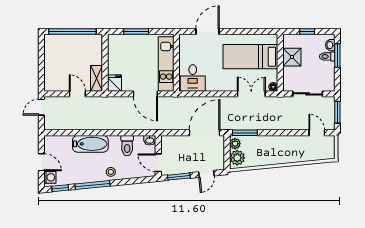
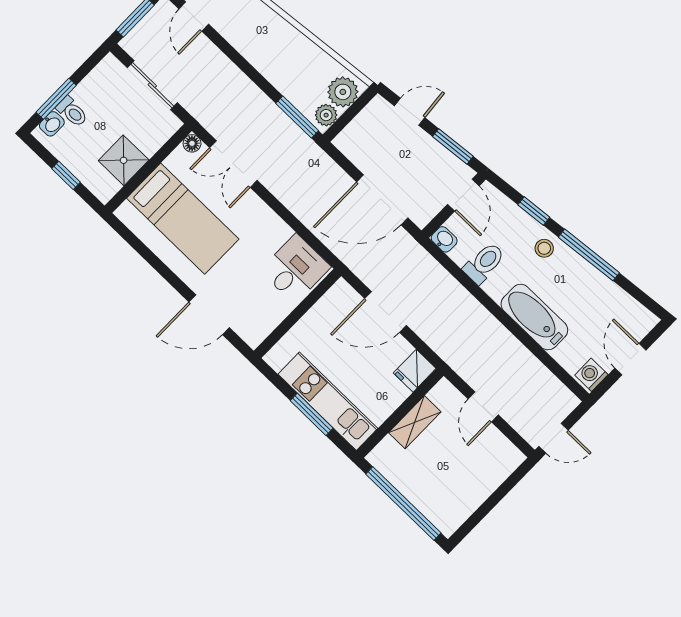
kitchen unit: (166, 64) -> (328, 401), moved, turned -90
shelving: (97, 78) -> (415, 422), moved
door: (145, 94) -> (386, 312), swing flipped
door: (205, 133) -> (382, 200), moved
washing machine: (50, 177) -> (591, 375), moved
window: (60, 188) -> (534, 211), moved

